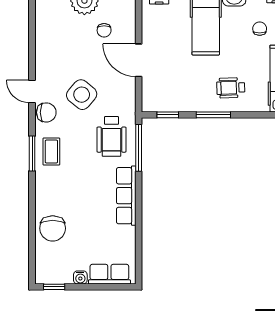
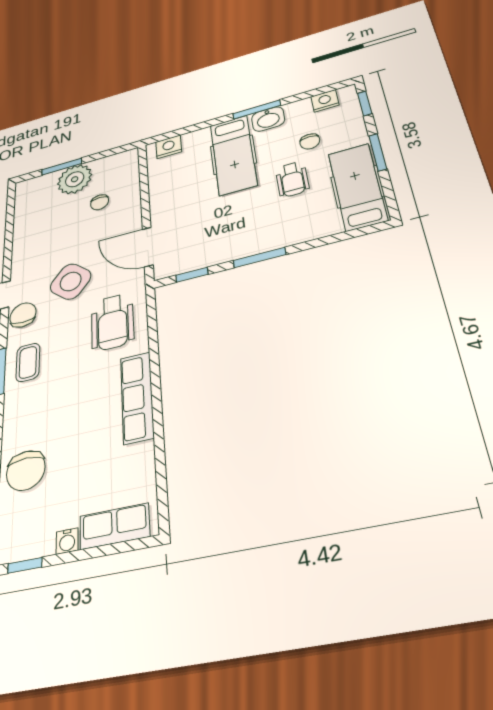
chair: (260, 29) -> (310, 141), turned 180
door: (139, 60) -> (148, 247), moved
wheelchair: (231, 88) -> (292, 179), moved, turned -88
chair: (46, 112) -> (23, 315), turned -90
window: (139, 148) -> (152, 327), removed

